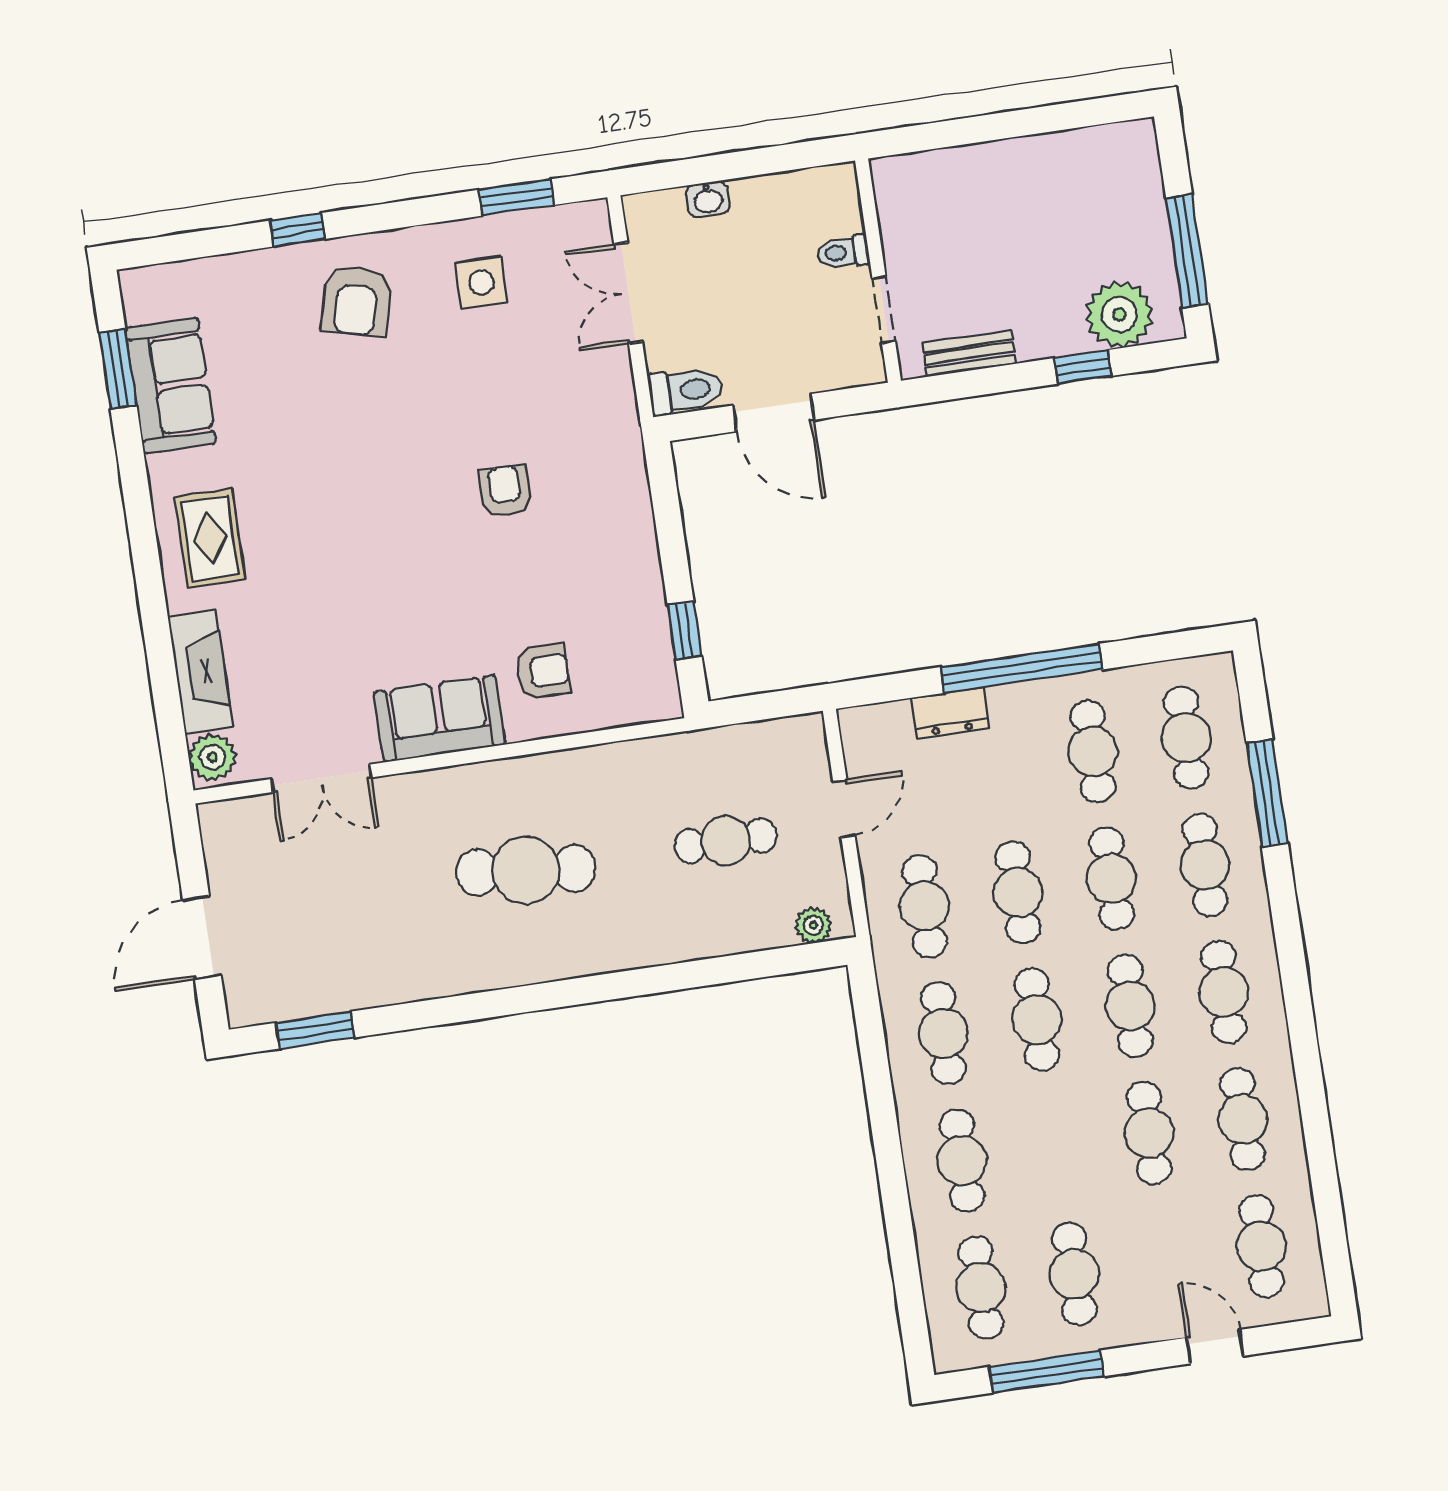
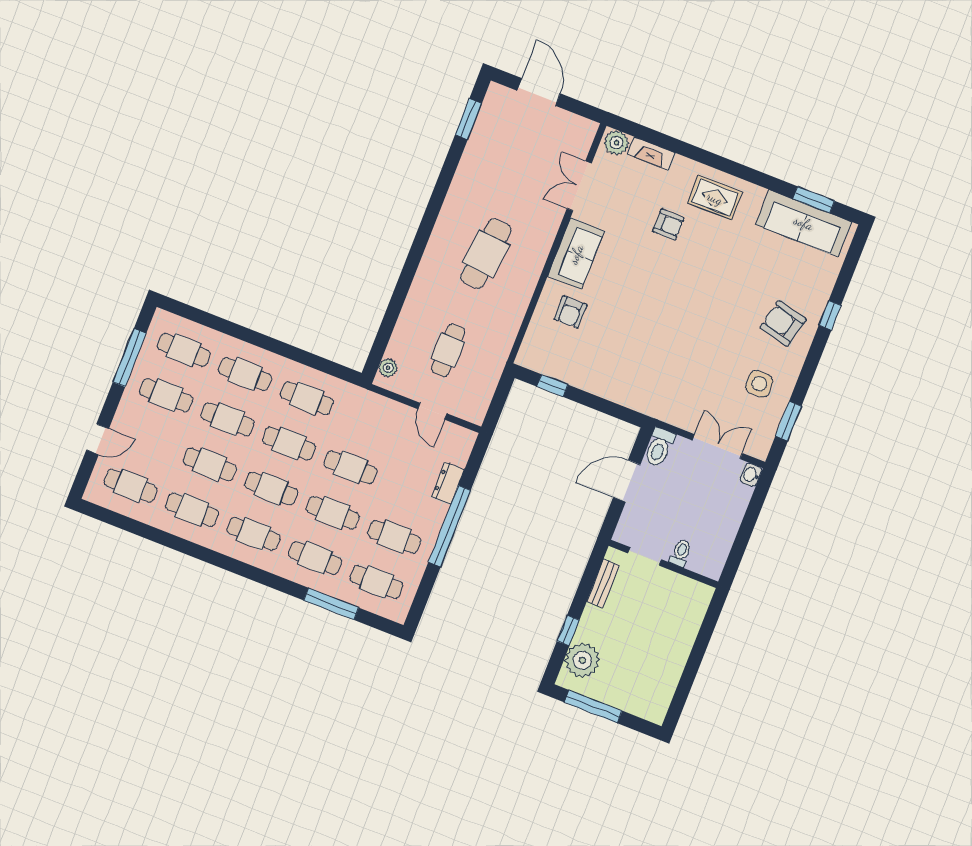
washbasin: (708, 199) -> (751, 475), moved
sofa: (171, 386) -> (804, 223), width x1.36
armchair: (505, 491) -> (668, 224), moved
fireplace: (200, 672) -> (651, 153), width x0.73, depth x0.76
cafe table: (925, 906) -> (227, 419), moved

